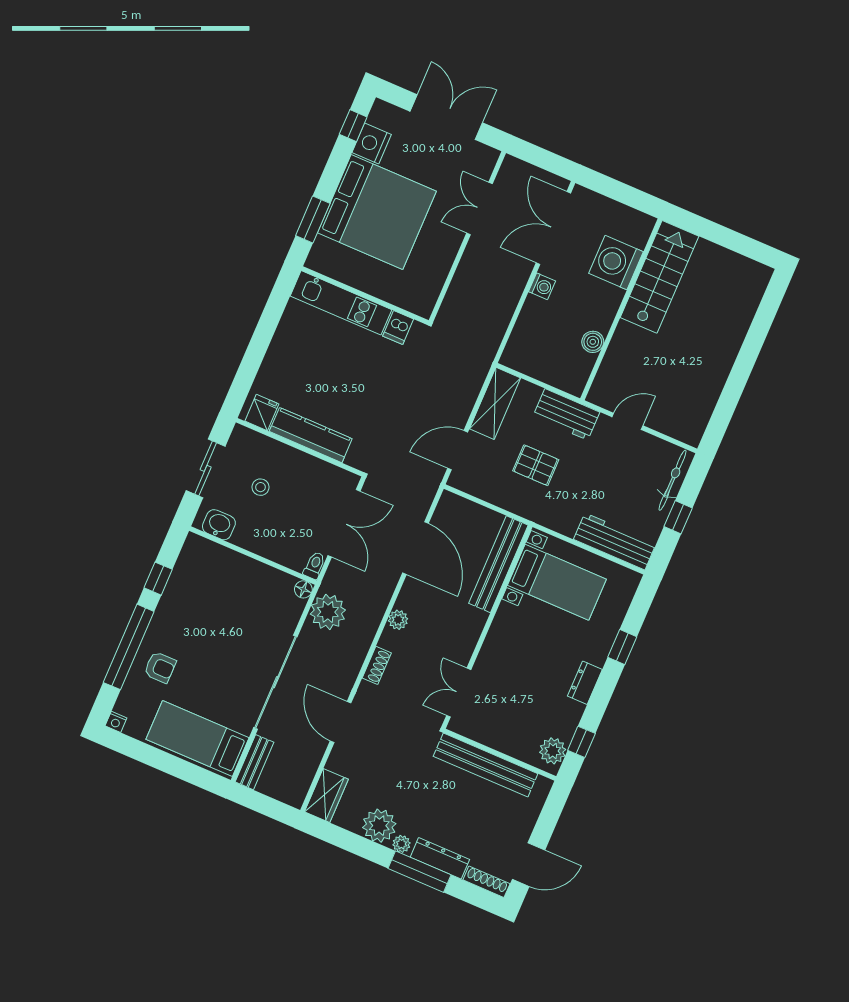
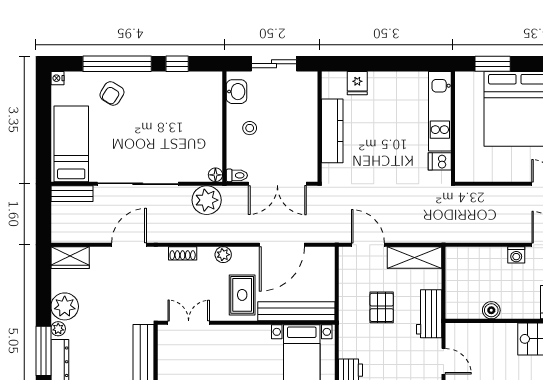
fridge: (262, 412) -> (357, 83), moved, turned 90
stool: (261, 487) -> (250, 128), moved
rug: (453, 618) -> (242, 295), added
armchair: (160, 667) -> (112, 93), turned 32

